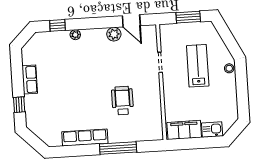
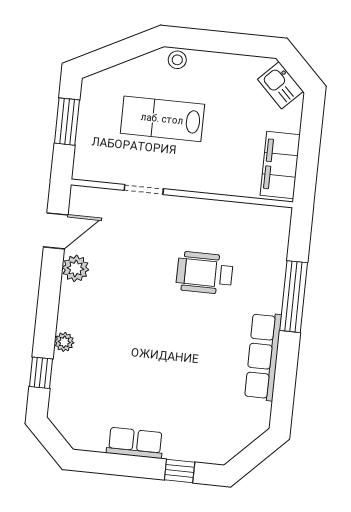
kitchen sink: (212, 130) -> (280, 85), moved, turned -45

